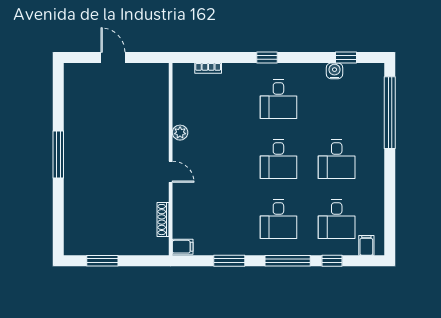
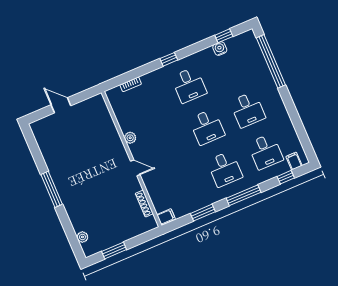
plant: (71, 228) -> (82, 237), added
window: (332, 261) -> (286, 177), moved

